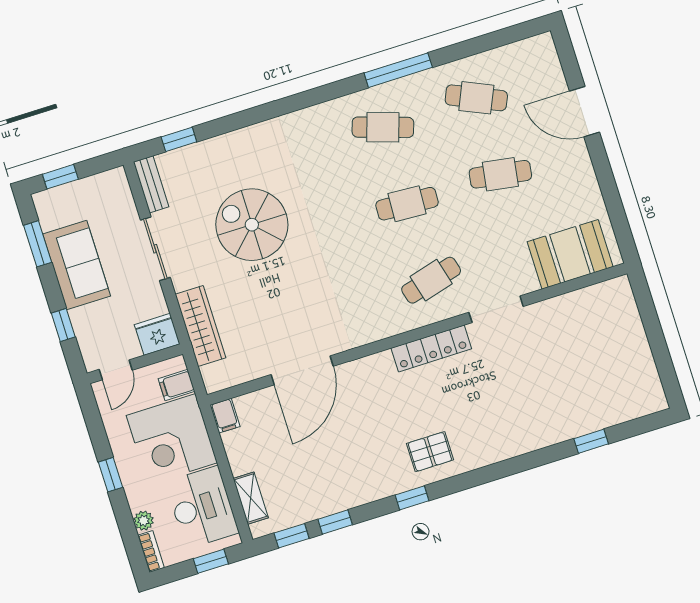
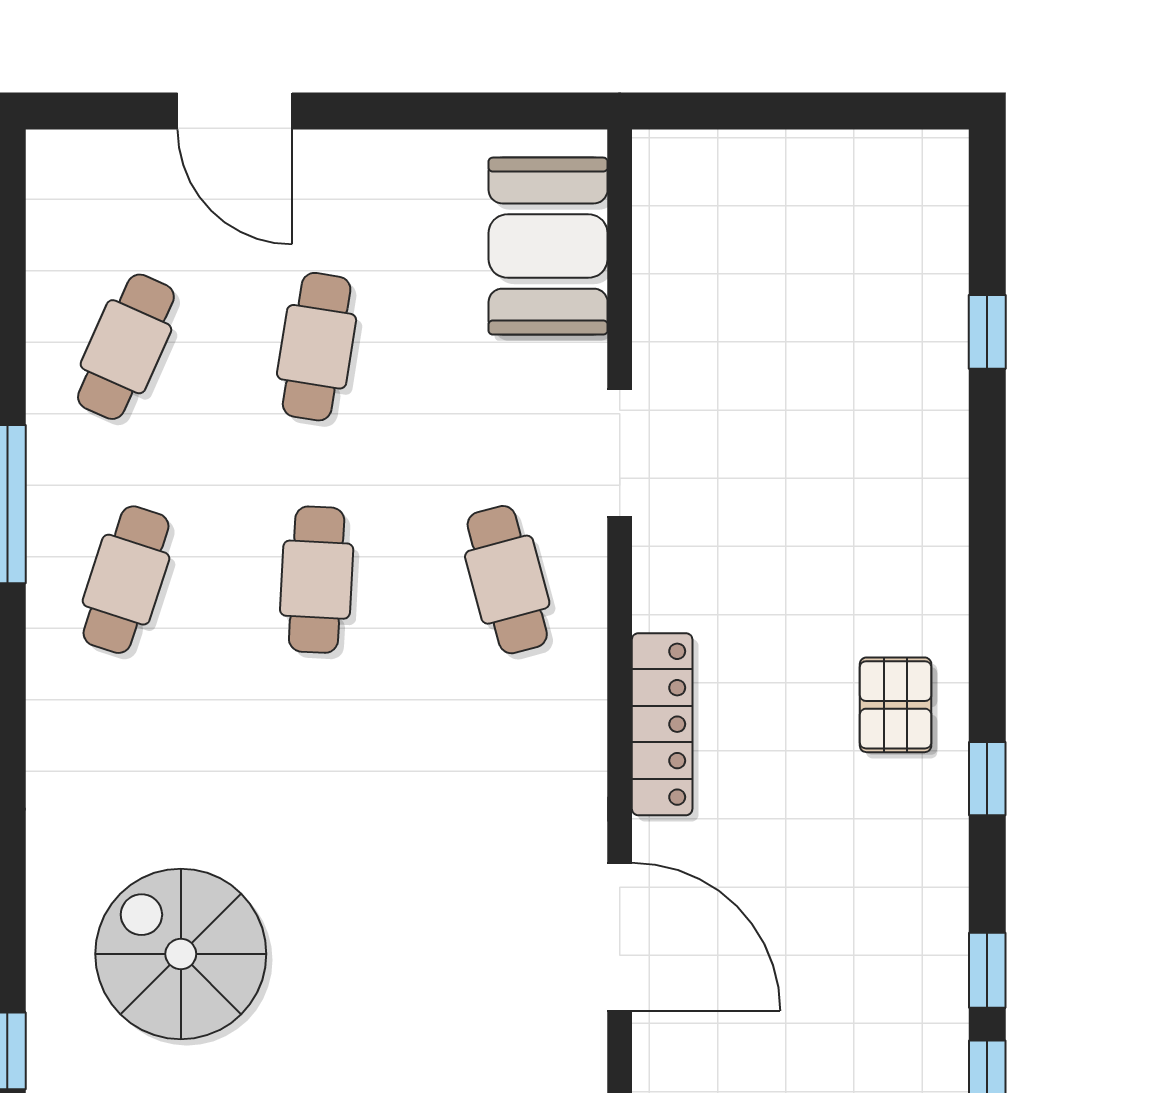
door: (585, 112) -> (235, 111), hinge flipped
spiral stairs: (252, 225) -> (181, 954), moved, turned 90
locker: (431, 348) -> (662, 724), moved

